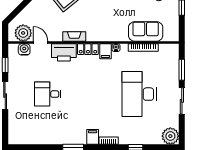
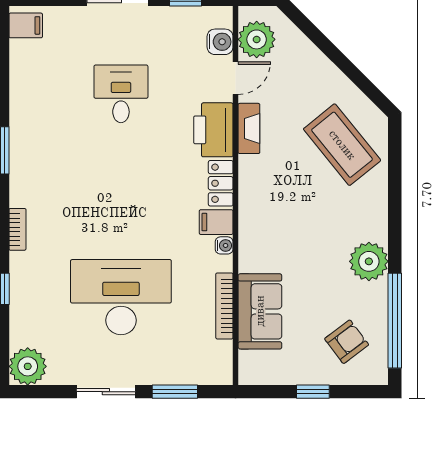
fireplace: (74, 36) -> (249, 128), moved
filing cabinet: (93, 137) -> (26, 25), moved

